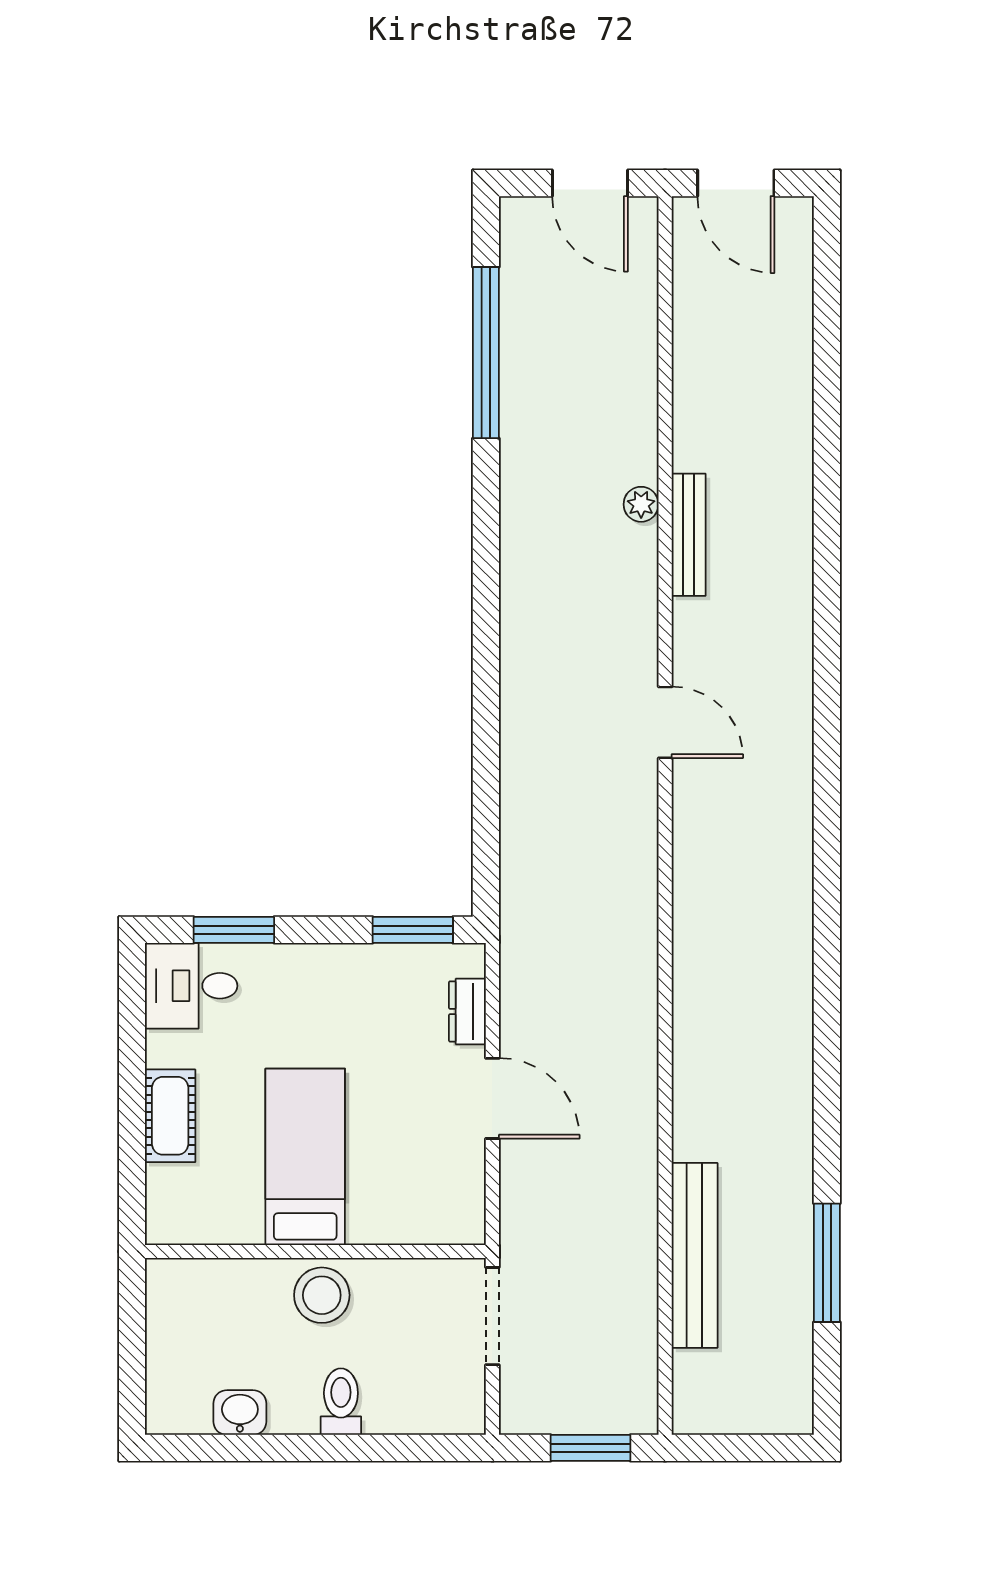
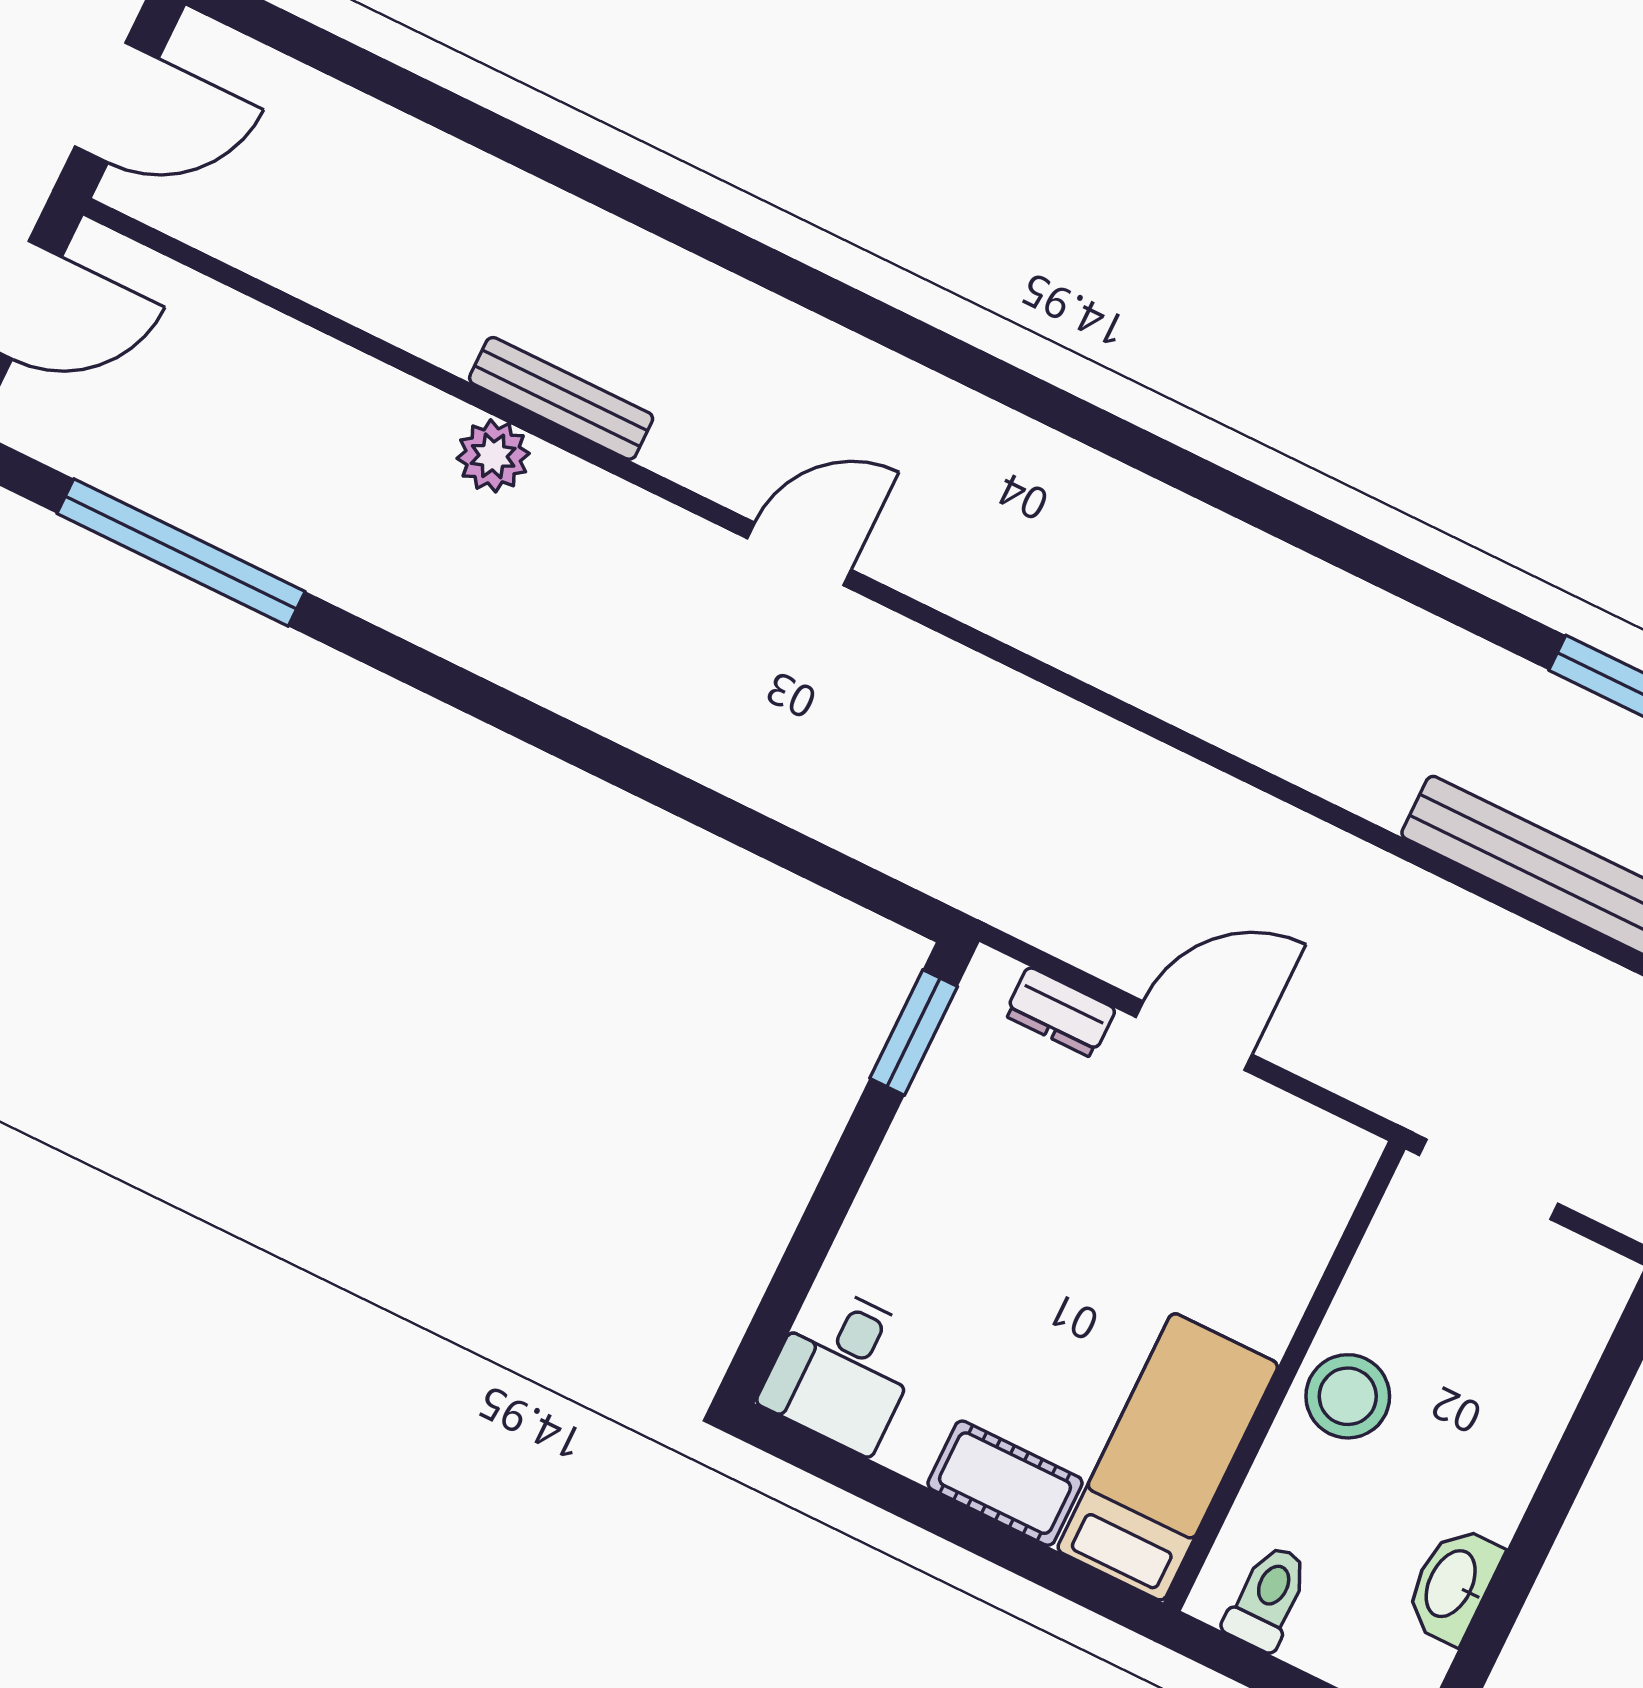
plant: (641, 504) -> (493, 456), width x1.38, depth x1.38
window: (234, 930) -> (796, 1274), removed
bed: (305, 1157) -> (1168, 1457), moved, turned 90
toilet: (341, 1402) -> (1267, 1598), moved, turned 90
washbasin: (240, 1413) -> (1452, 1585), width x1.38

